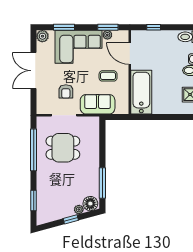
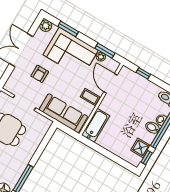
coffee table: (108, 76) -> (90, 97), moved
armchair: (66, 91) -> (40, 74), moved
bathtub: (141, 92) -> (96, 125), width x0.73, depth x0.73
sofa: (98, 104) -> (63, 113), width x1.36

